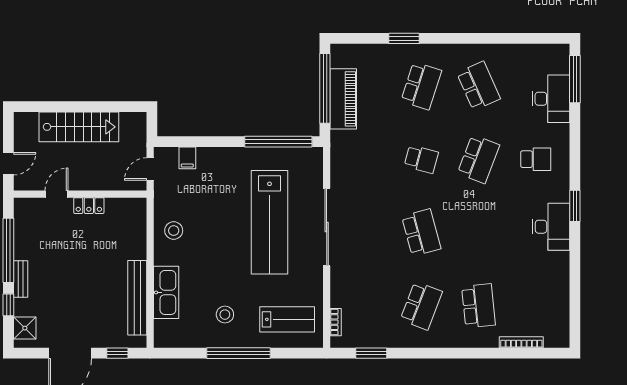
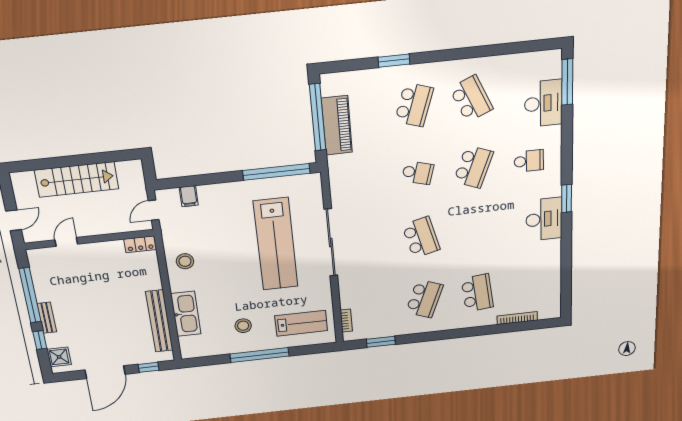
locker: (89, 206) -> (140, 244), moved

